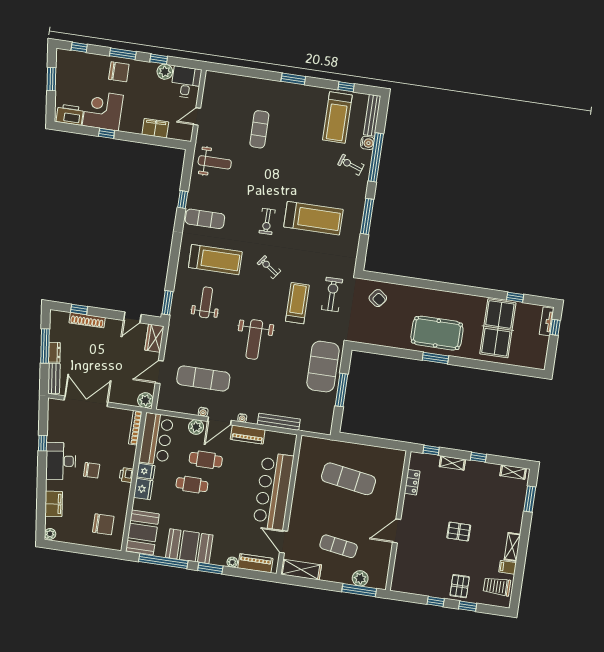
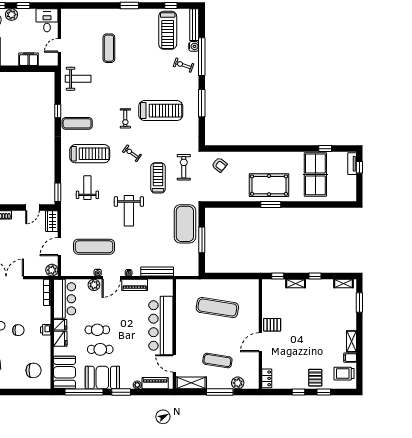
plant: (165, 72) -> (12, 15), moved
cafe table: (206, 460) -> (100, 349), moved
locker: (412, 482) -> (267, 378), moved
pallet: (459, 532) -> (272, 325), moved
window: (359, 590) -> (220, 392), moved

